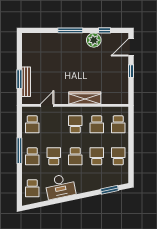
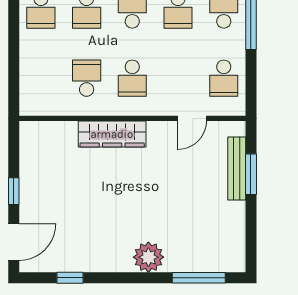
window: (70, 30) -> (199, 278), moved
plant: (94, 40) -> (148, 257), moved
school desk: (32, 124) -> (224, 78), turned 180
school desk: (118, 124) -> (41, 78), removed

